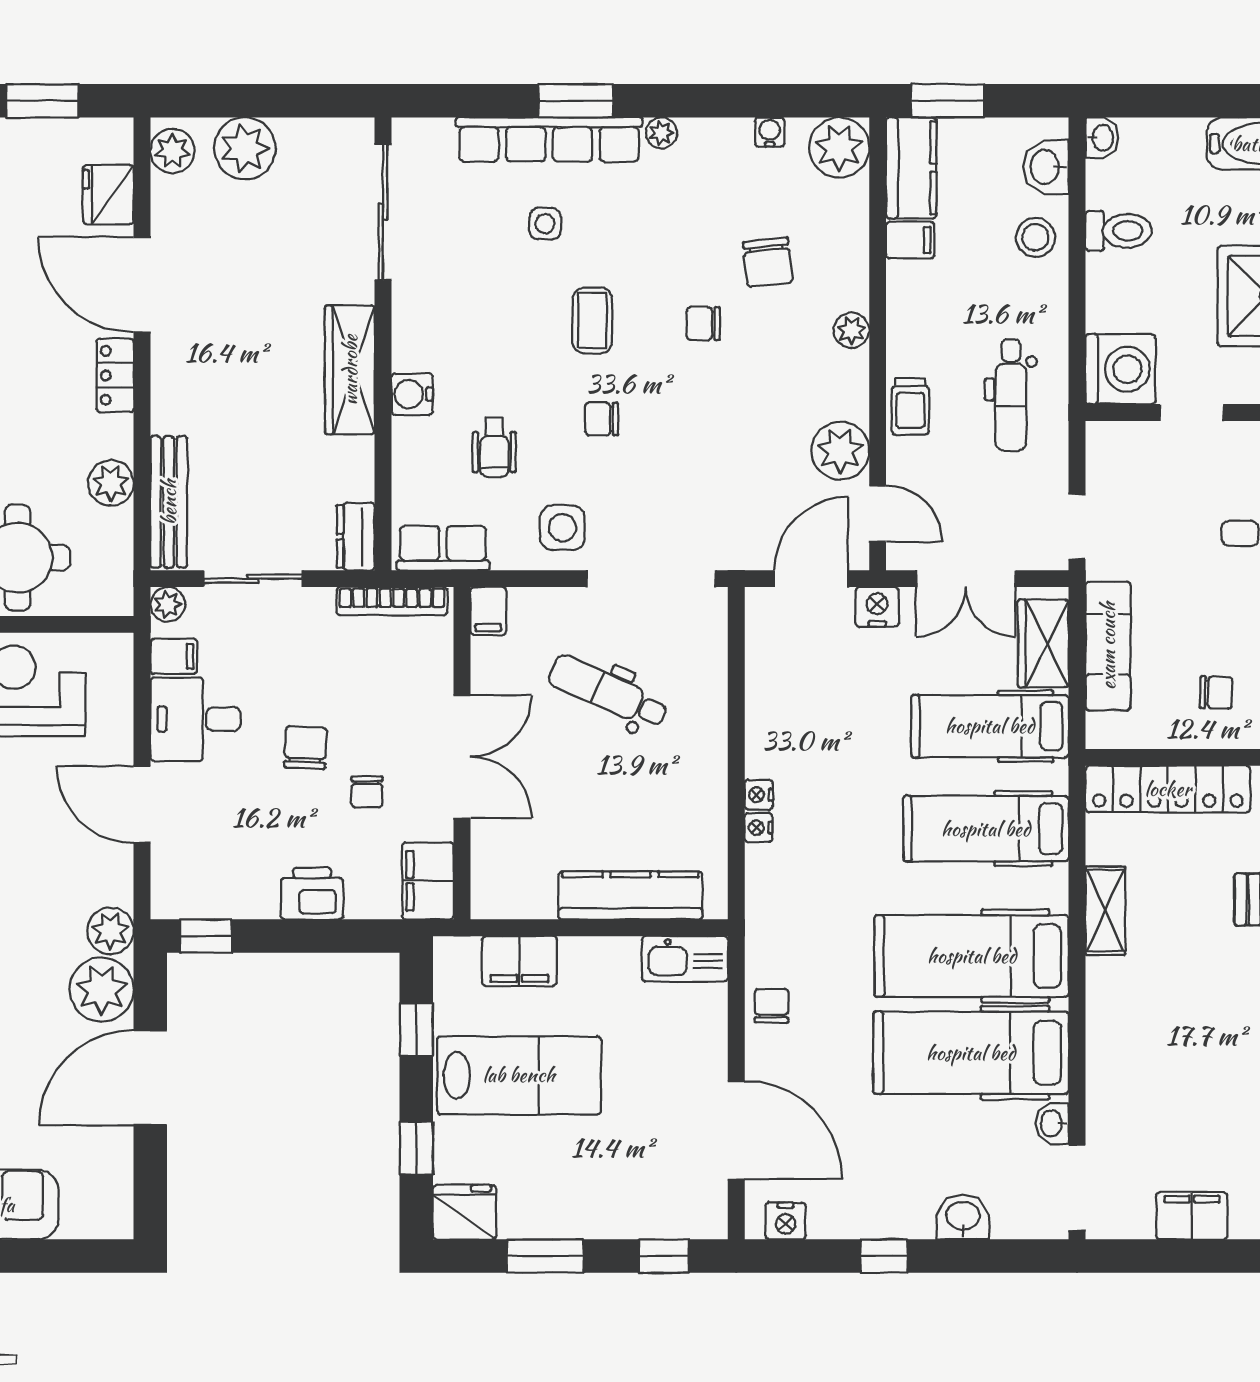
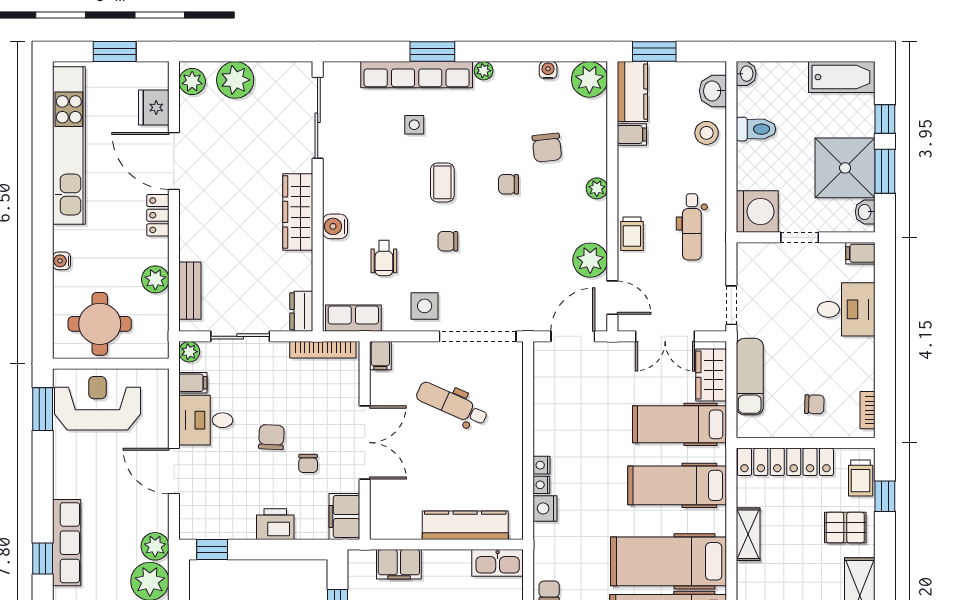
bench: (169, 502) -> (190, 291), width x0.73
nightstand: (877, 607) -> (545, 508), moved, turned -90

